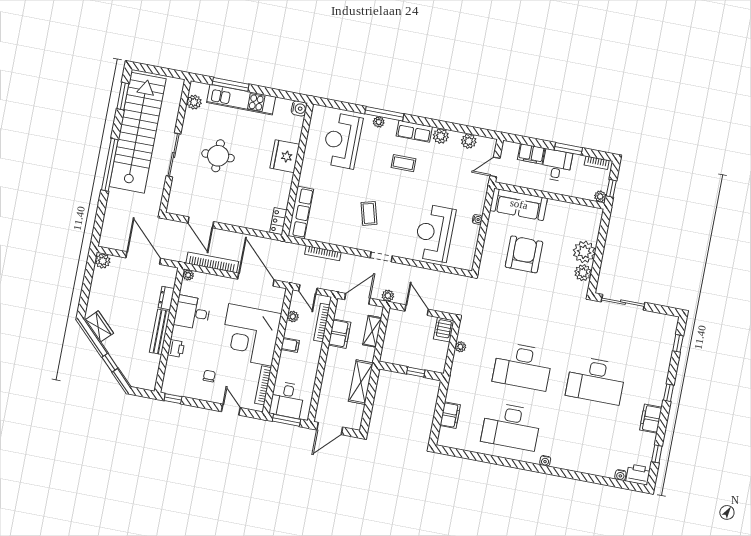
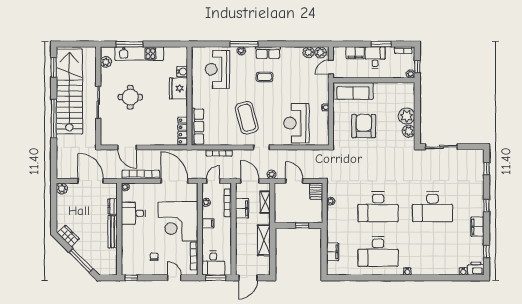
water cooler: (299, 108) -> (182, 72), moved
plant: (441, 136) -> (320, 52), moved
coffee table: (369, 213) -> (247, 118), width x1.86, depth x1.72
locker: (278, 221) -> (183, 131), width x1.53
door: (308, 289) -> (213, 181), swing flipped
door: (357, 299) -> (250, 181), hinge flipped
printer: (176, 348) -> (127, 241), removed
window: (110, 363) -> (81, 261), width x2.17

